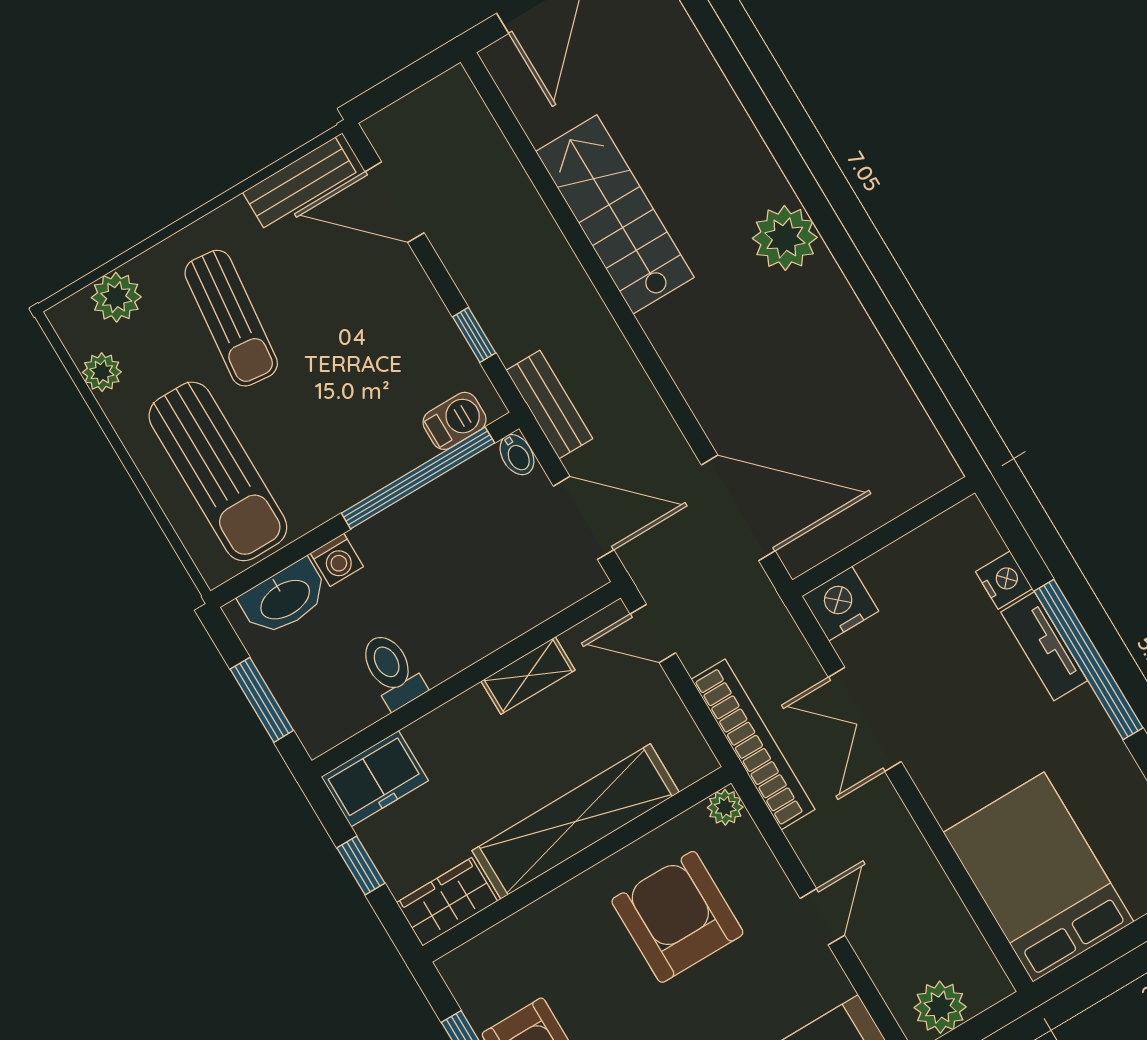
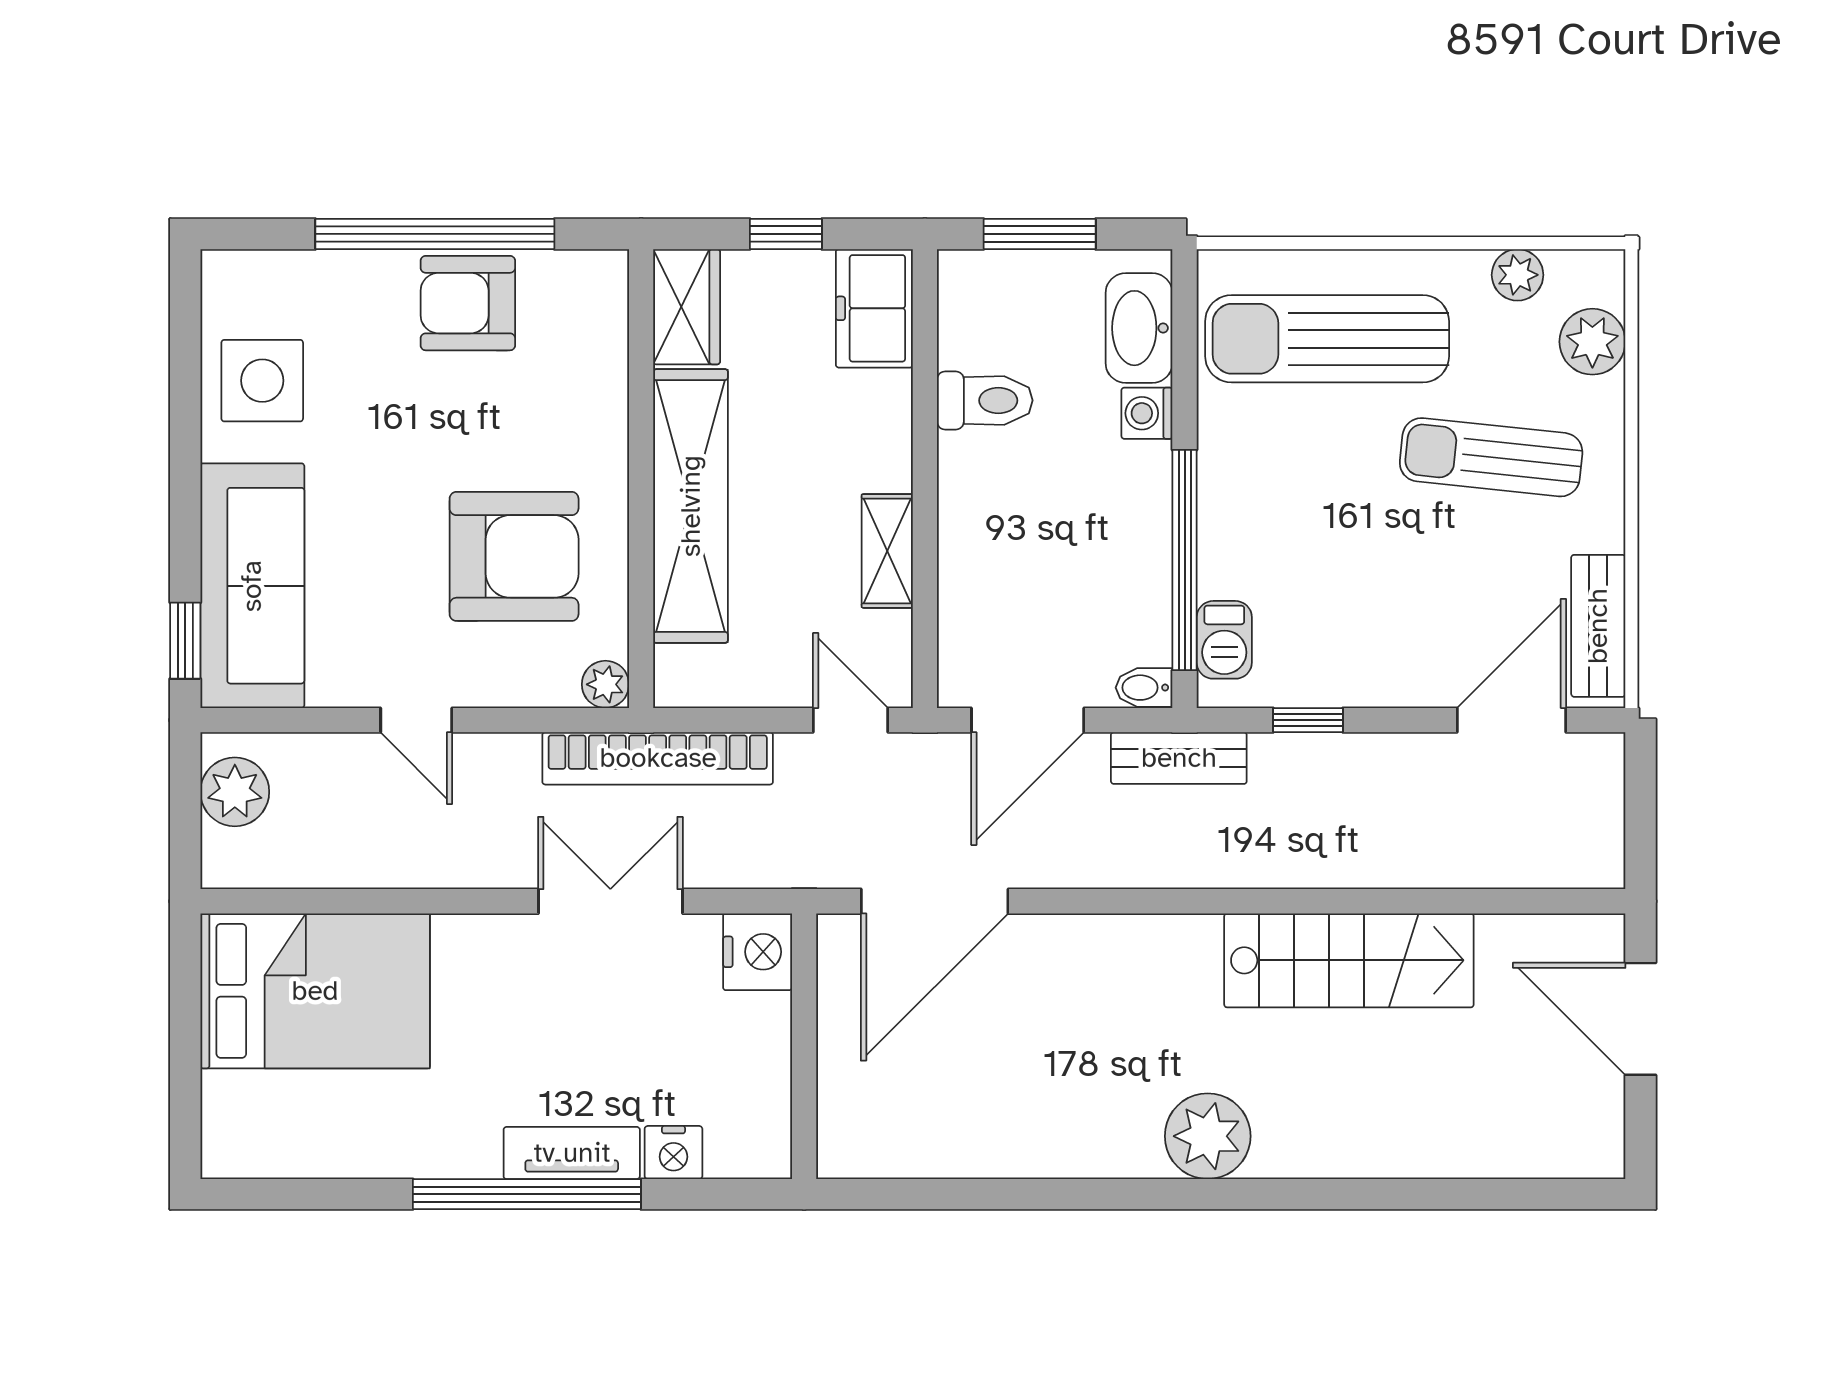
door: (653, 633) -> (850, 720), hinge flipped

